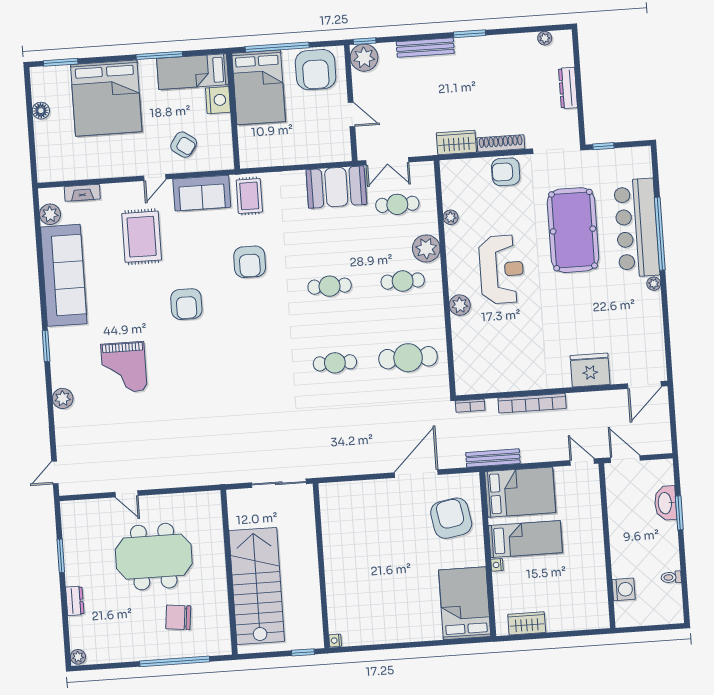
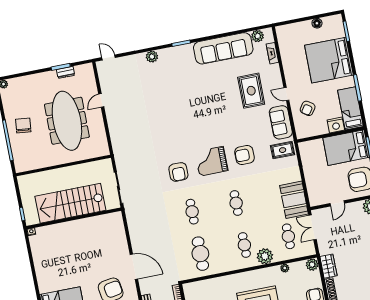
rug: (142, 237) -> (251, 91), turned 90
armchair: (186, 304) -> (178, 172), moved, turned -90
plant: (460, 305) -> (312, 265), moved
grand piano: (124, 367) -> (211, 161), moved
meeting table: (154, 557) -> (67, 121), width x1.36
stairs: (257, 586) -> (70, 203), moved, turned 180
dresser: (75, 601) -> (66, 72), moved
chair: (178, 617) -> (23, 126), moved

